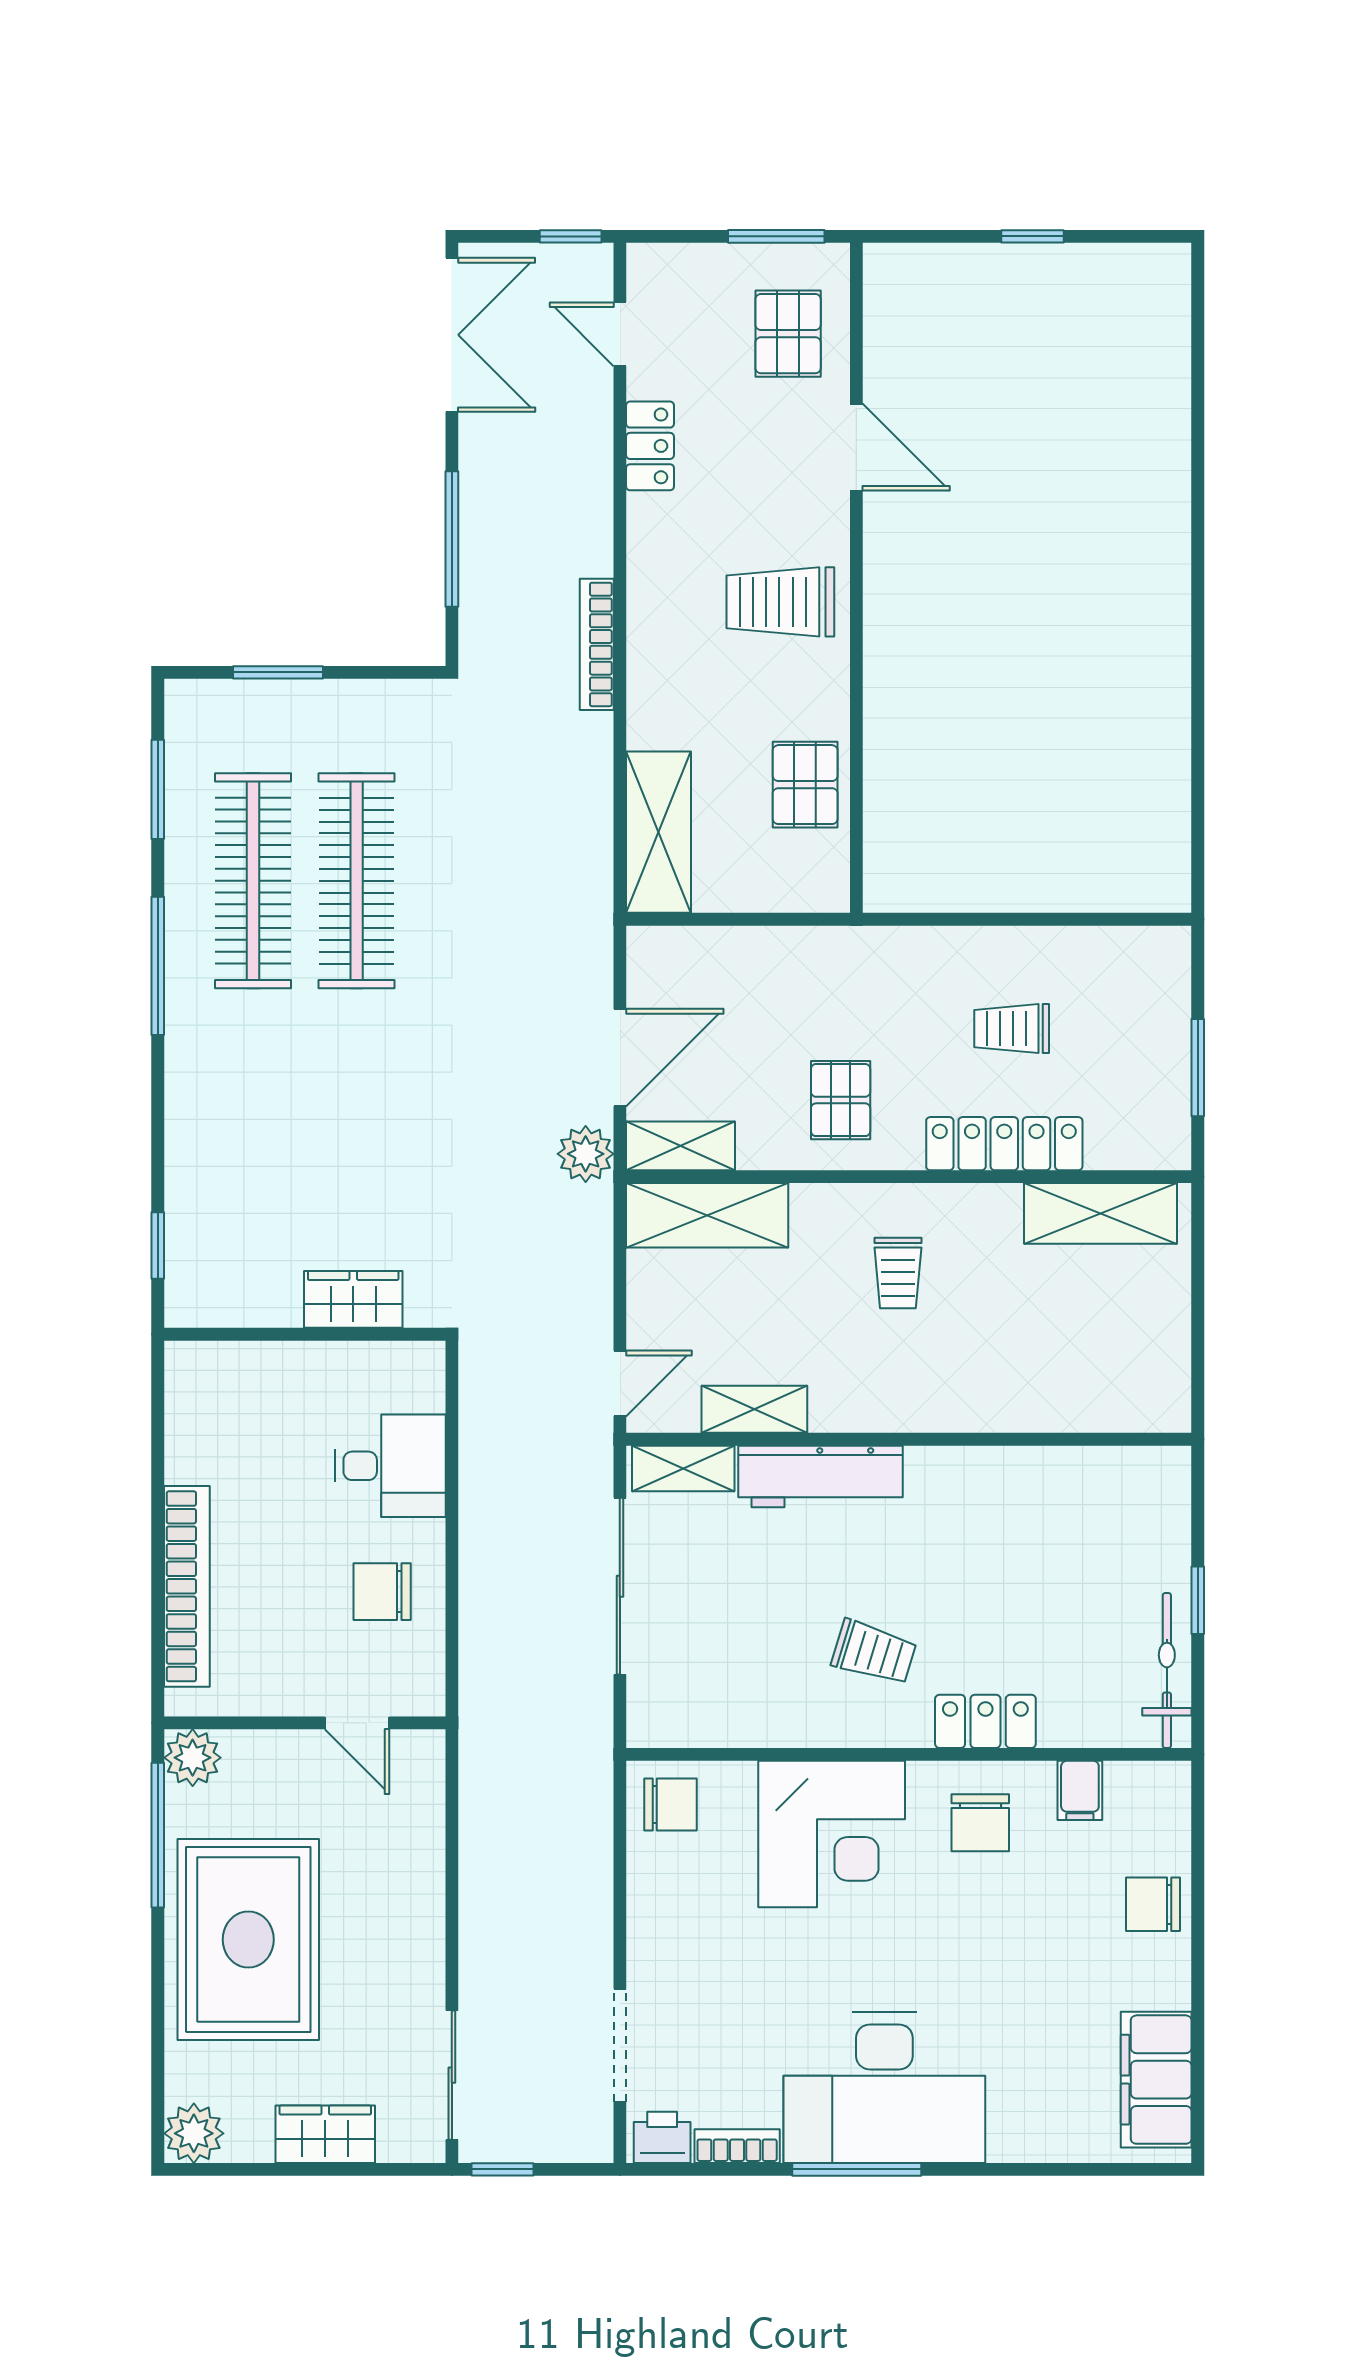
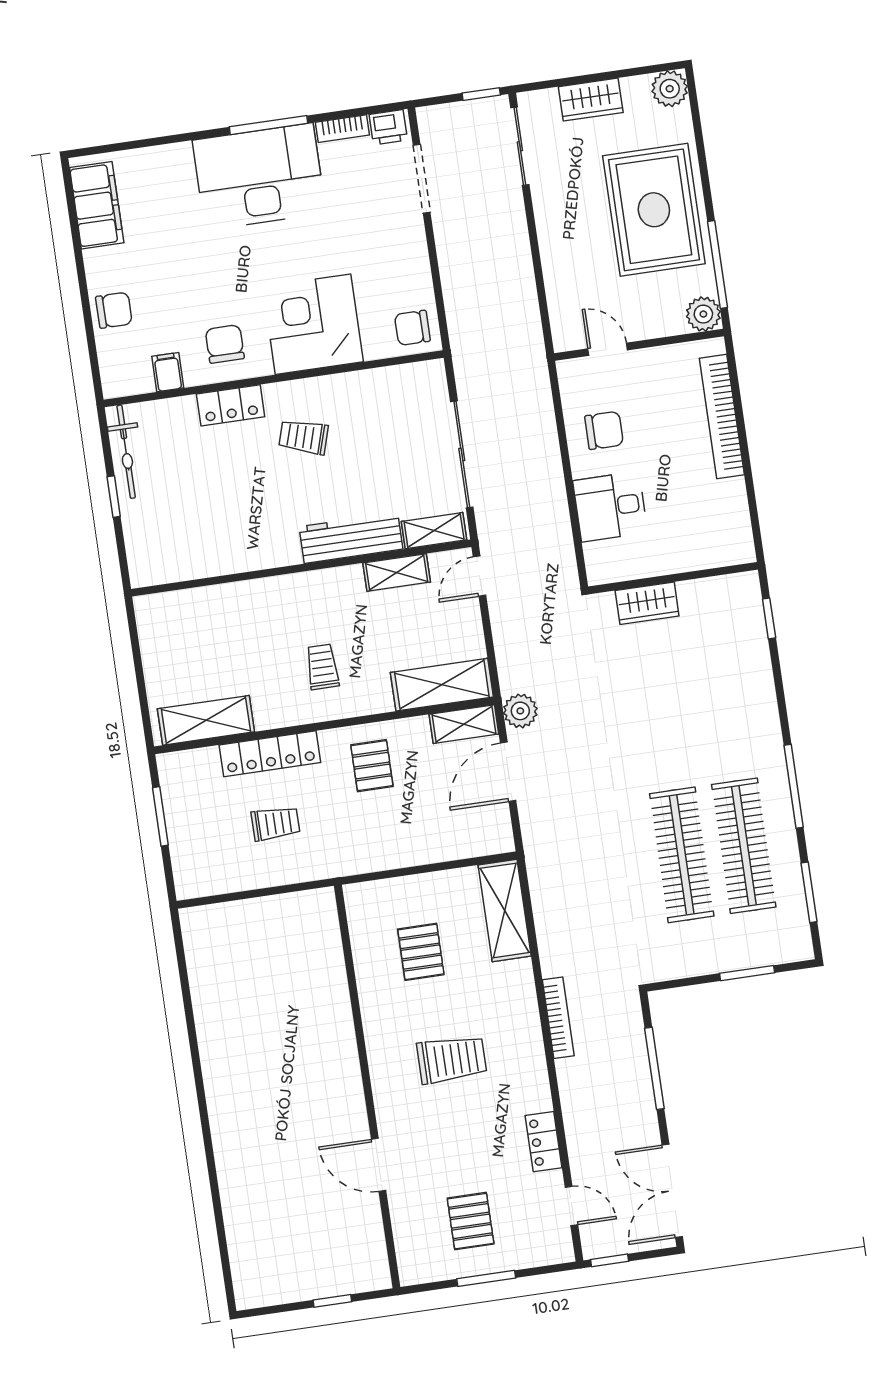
door: (856, 447) -> (379, 1165), moved
wall: (856, 578) -> (367, 1086), moved

